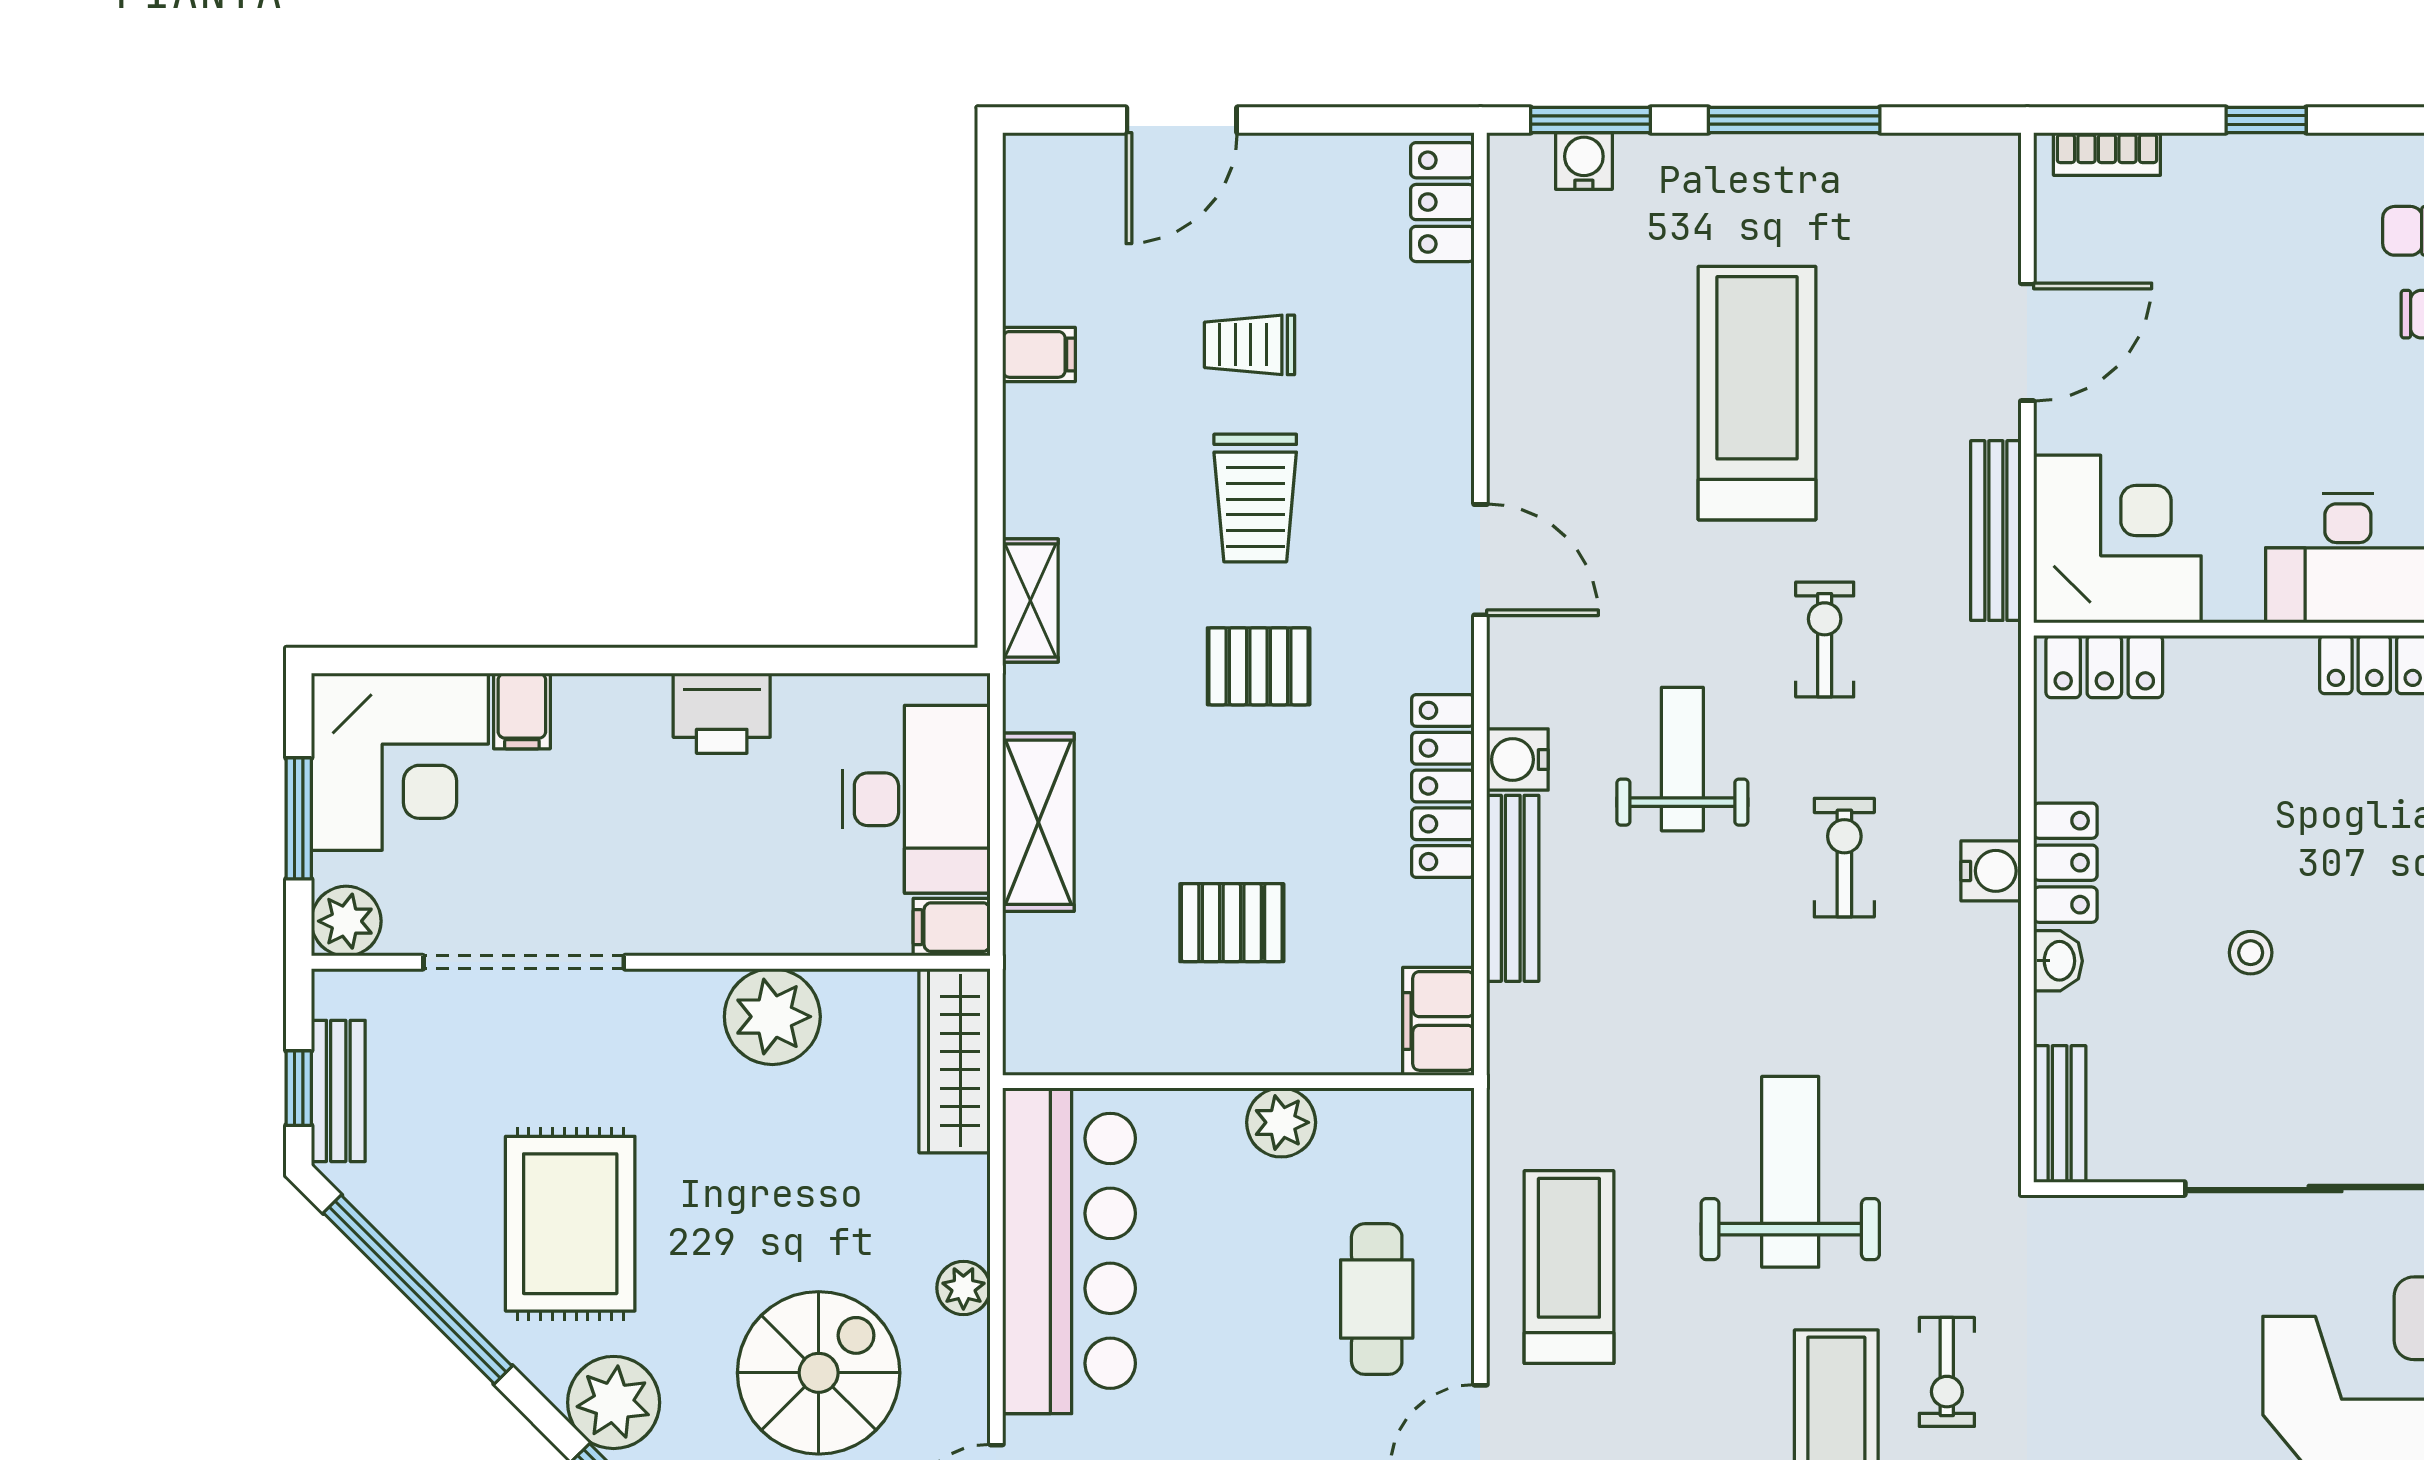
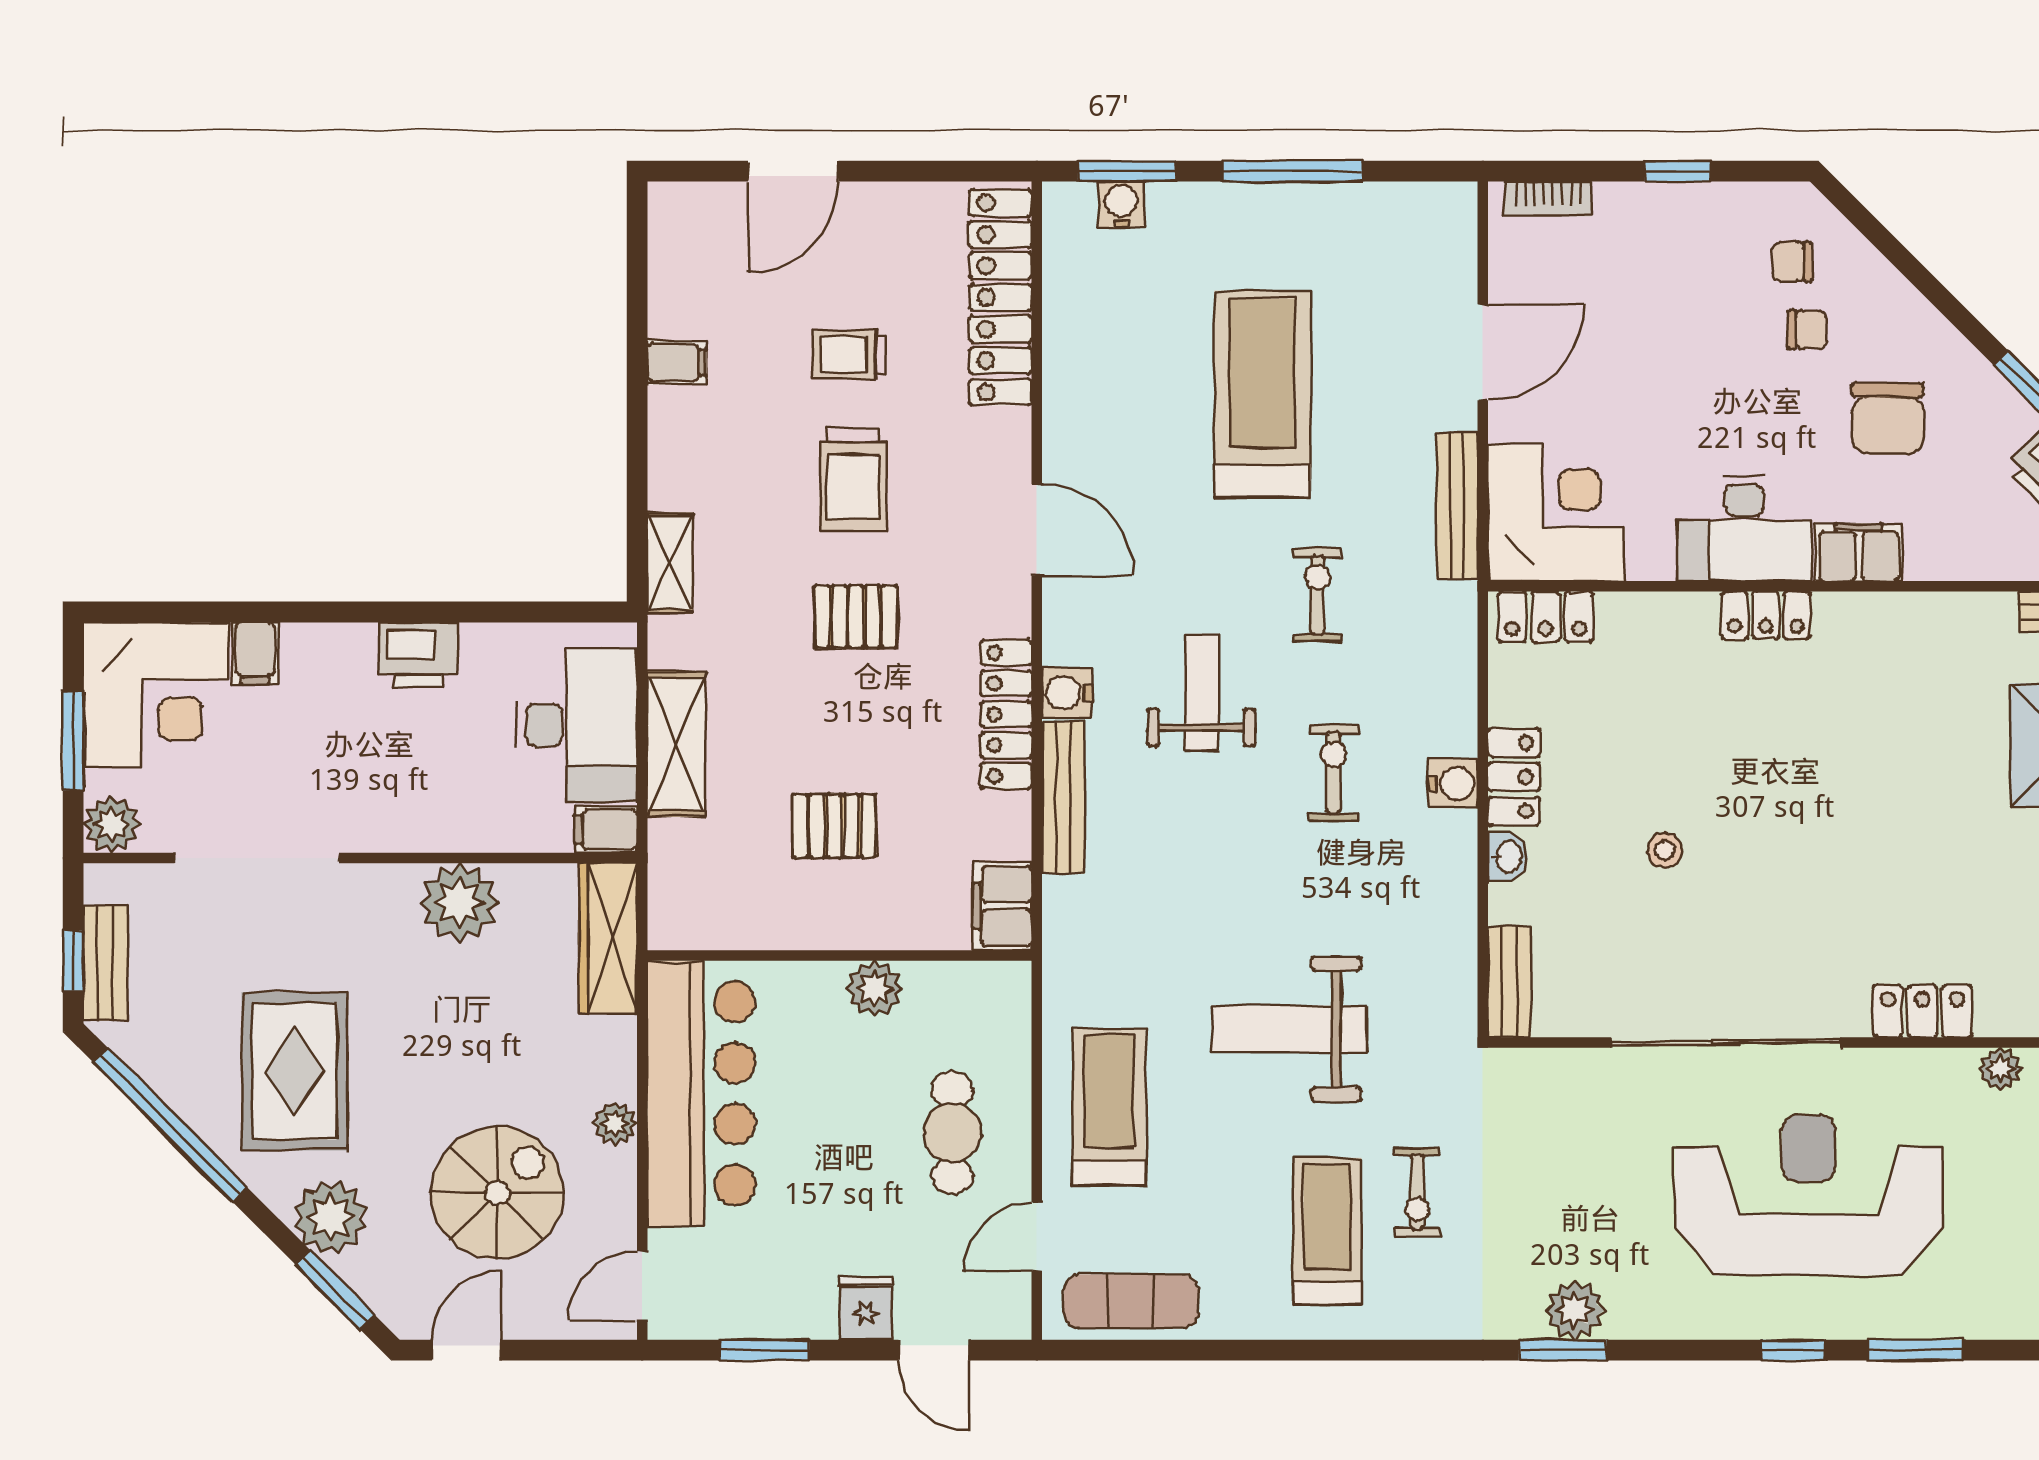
locker: (1442, 202) -> (1000, 297), width x2.16, depth x1.21
weight bench: (1790, 1172) -> (1289, 1029), turned -90

